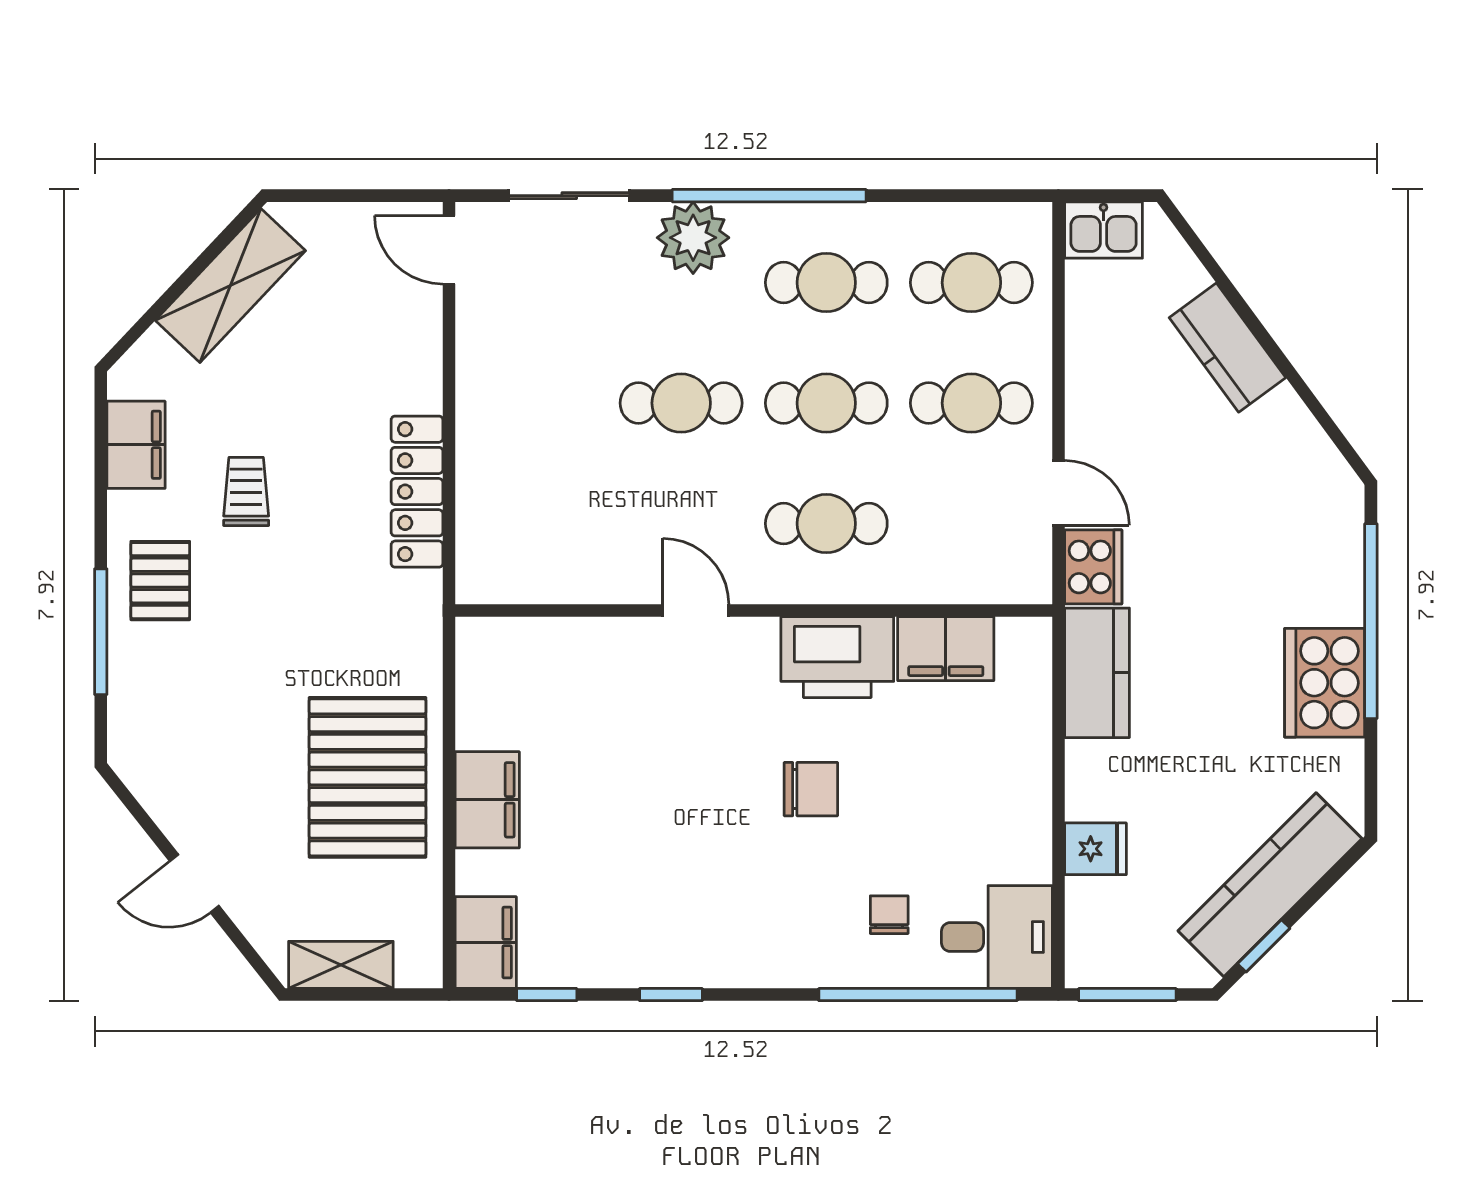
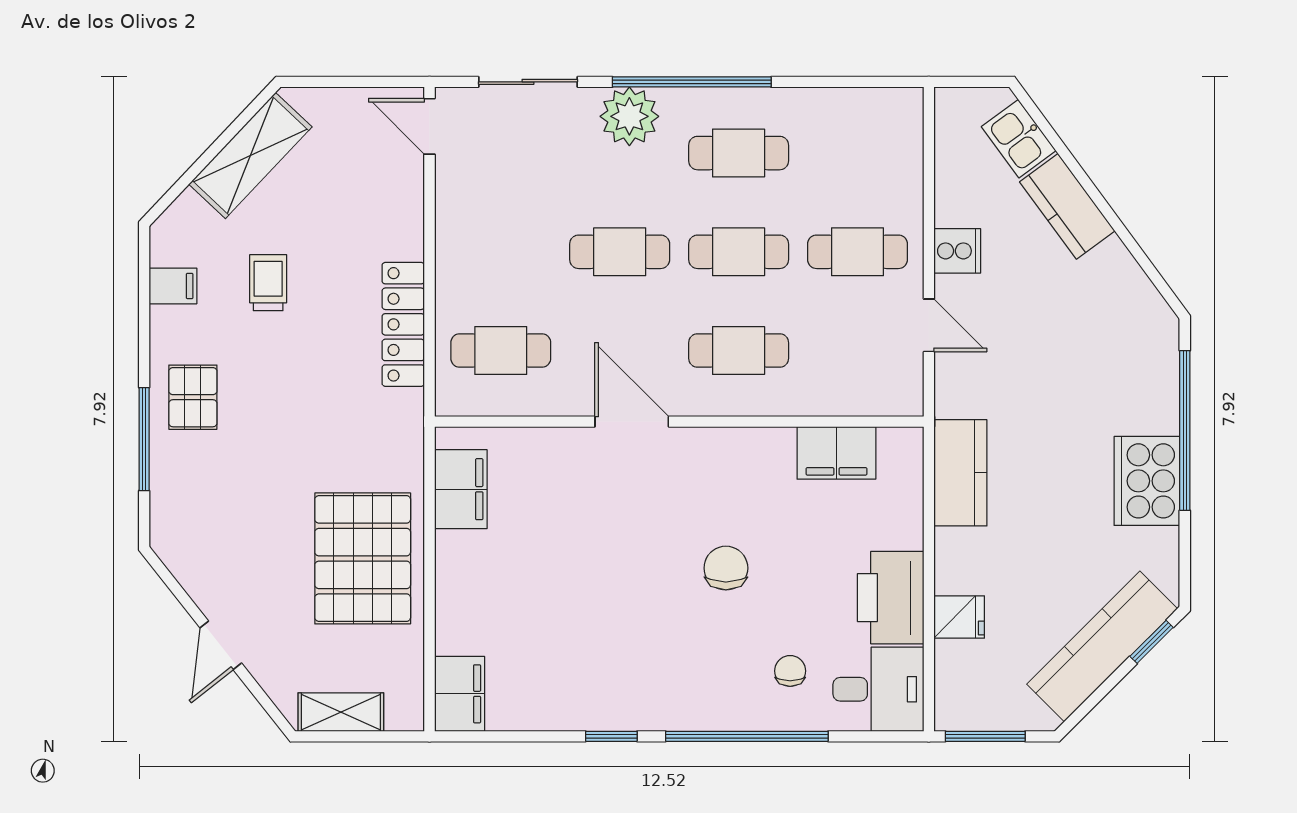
kitchen sink: (1104, 230) -> (1019, 139), moved, turned 54
cafe table: (971, 283) -> (501, 351), moved
filing cabinet: (136, 445) -> (173, 286), width x0.50
trolley: (246, 491) -> (268, 283), moved
cooker: (1093, 567) -> (957, 251), moved, width x0.73
door: (696, 610) -> (632, 422), width x1.38
printer: (837, 657) -> (891, 598), moved, turned 90
chair: (811, 789) -> (726, 568), turned -90
filing cabinet: (487, 800) -> (461, 489), moved
door: (194, 884) -> (221, 645), hinge flipped
window: (1264, 946) -> (1152, 642), moved
window: (547, 995) -> (510, 736), removed
window: (918, 995) -> (747, 736), moved

